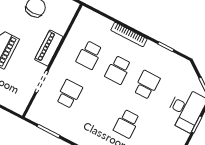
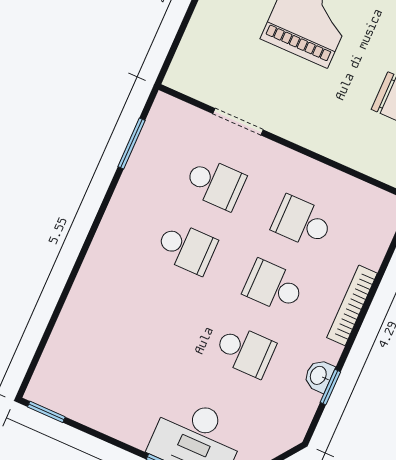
piano: (49, 48) -> (312, 133), removed
washbasin: (160, 52) -> (319, 376), added
school desk: (127, 124) -> (187, 248), moved, turned 180

